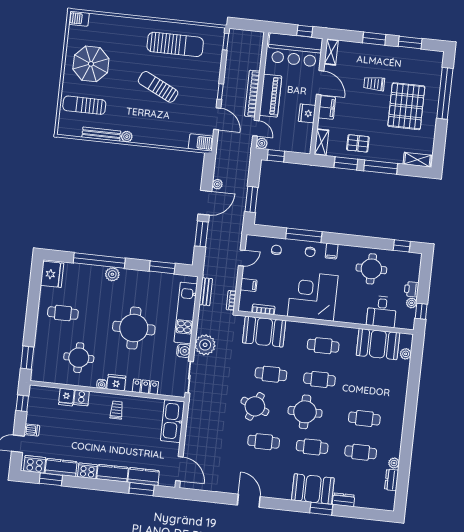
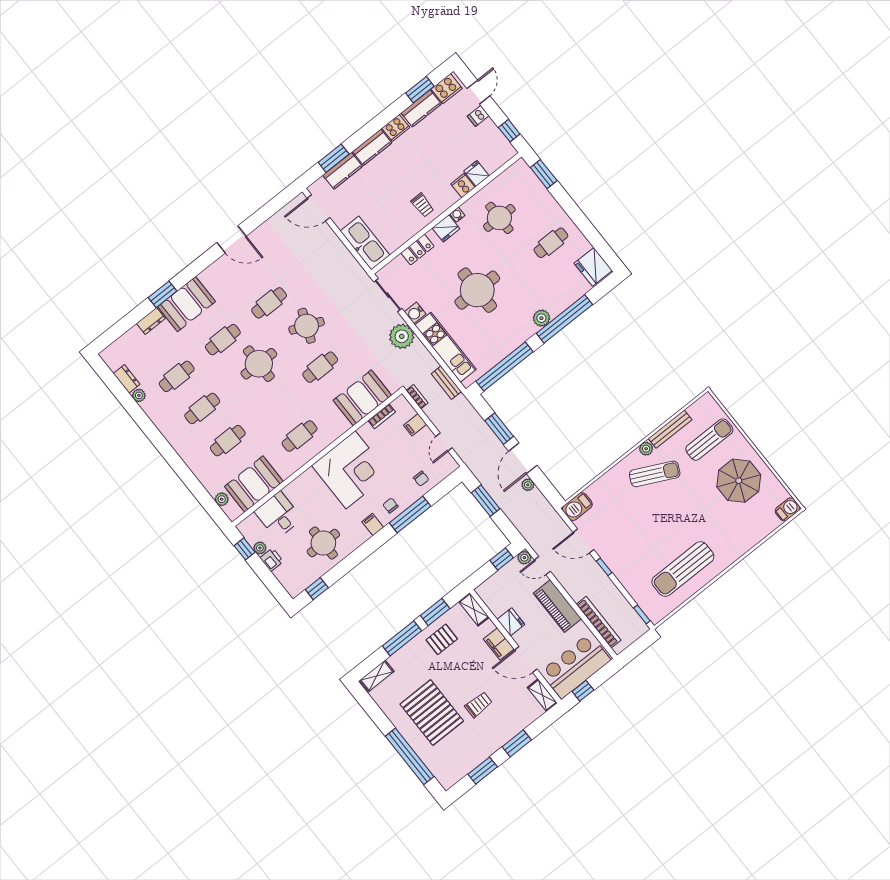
sun lounger: (158, 87) -> (655, 474), moved
bookcase: (252, 94) -> (599, 622), moved
window: (162, 267) -> (505, 366), width x2.11
cafe table: (319, 379) -> (228, 441), moved

